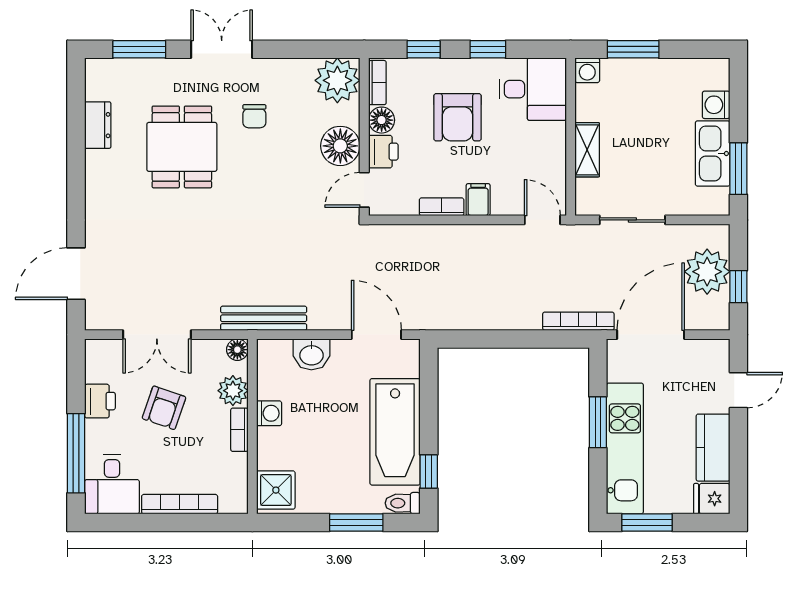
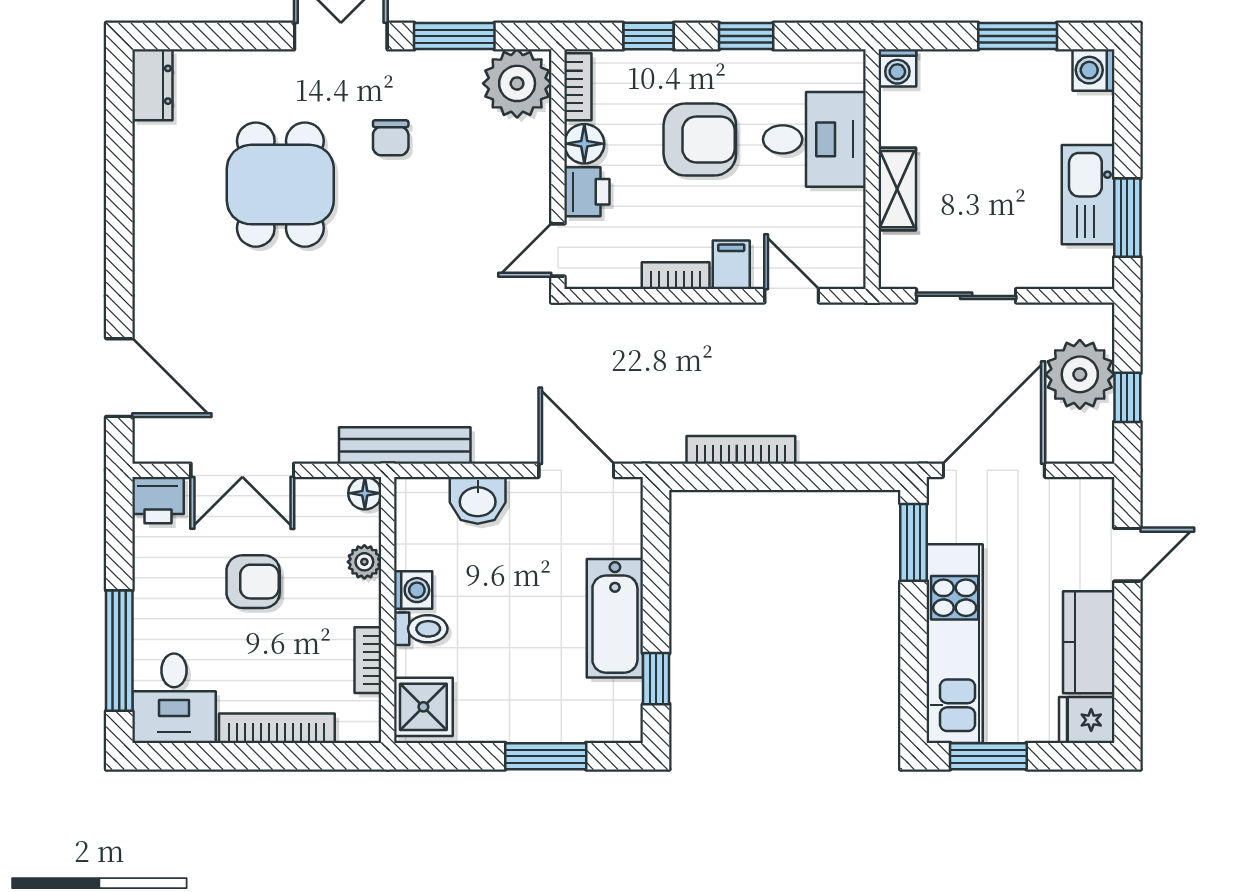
window: (139, 49) -> (454, 36), moved
window: (633, 49) -> (1018, 36), moved
desk: (533, 89) -> (814, 139), moved
washing machine: (716, 105) -> (1093, 70), moved
armchair: (458, 117) -> (700, 139), turned -90
dresser: (98, 125) -> (152, 85), moved
floor lamp: (340, 146) -> (521, 183), removed
door: (542, 220) -> (792, 296), moved
door: (76, 274) -> (119, 378), swing flipped
bookcase: (578, 321) -> (741, 450), moved
plant: (233, 391) -> (364, 562), width x0.73, depth x0.73
printer: (100, 401) -> (158, 500), moved, turned 90
armchair: (164, 408) -> (253, 582), turned -109
window: (598, 422) -> (914, 542), moved
bookcase: (239, 430) -> (368, 660), moved
bathtub: (395, 432) -> (615, 618), width x0.73, depth x0.73
toilet: (403, 503) -> (421, 629), moved, turned 180

